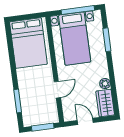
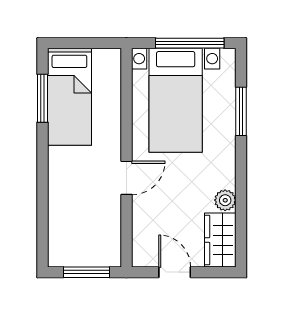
bed: (28, 43) -> (69, 97), width x0.67
door: (57, 90) -> (126, 178), moved
window: (18, 101) -> (42, 98), moved

